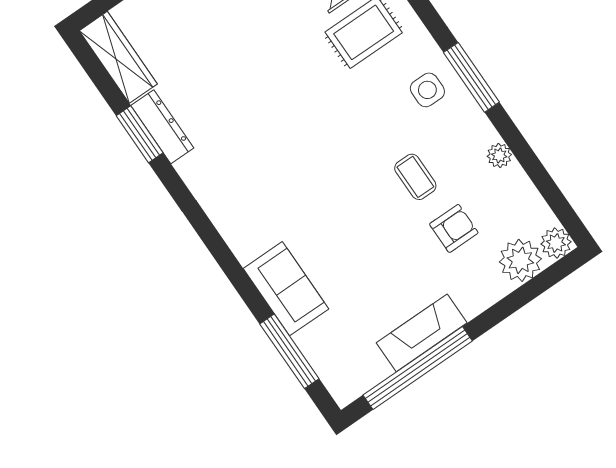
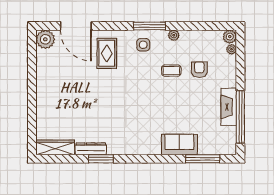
window: (140, 134) -> (101, 159), moved
plant: (499, 155) -> (174, 35), moved
plant: (520, 260) -> (231, 49), width x0.53, depth x0.53

